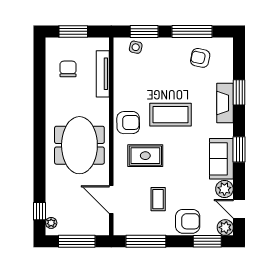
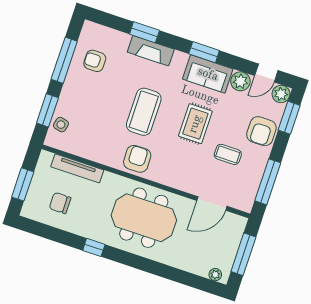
armchair: (200, 58) -> (95, 61), turned 78
rug: (145, 156) -> (195, 124), moved
window: (40, 211) -> (94, 247), moved
armchair: (188, 221) -> (261, 131), turned 180

